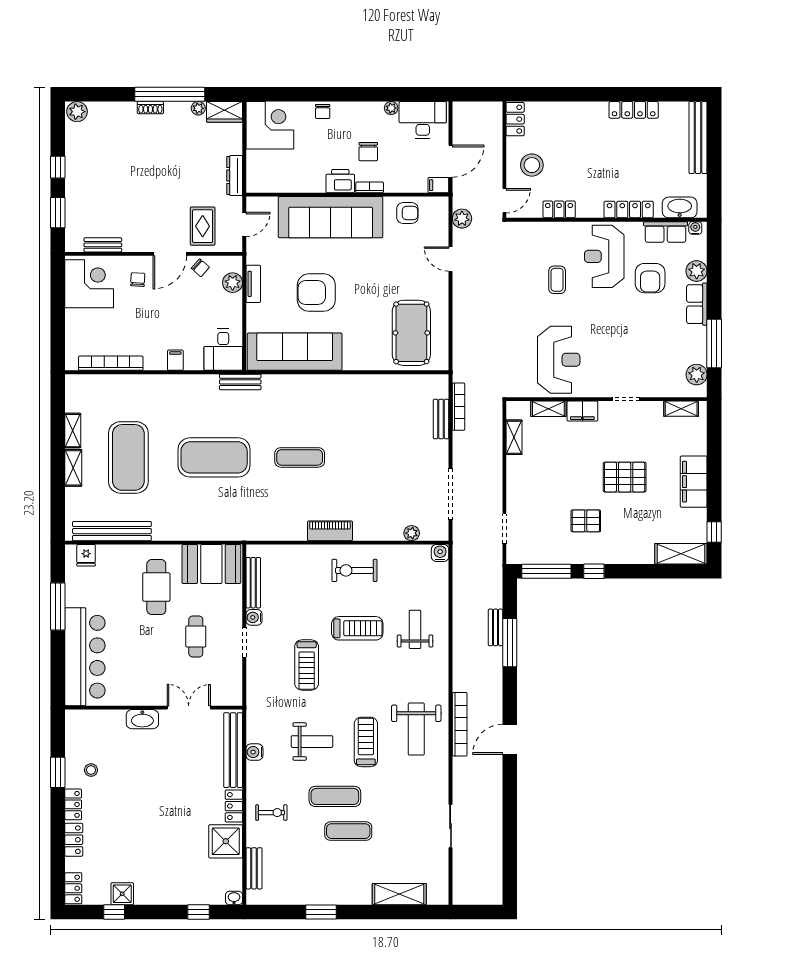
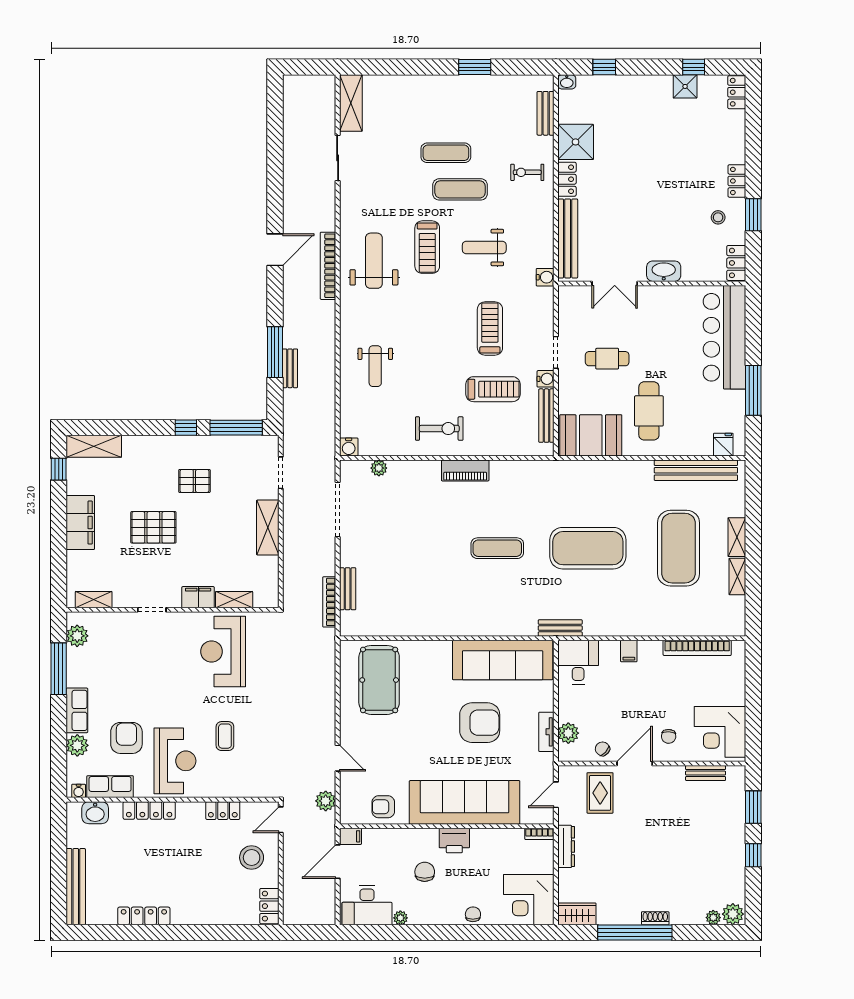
plant: (198, 108) -> (713, 918), moved
bookcase: (370, 187) -> (539, 834), moved
washbasin: (680, 207) -> (95, 813), width x0.72
shelving: (514, 437) -> (268, 527), moved, width x1.50, depth x1.33
treadmill: (357, 628) -> (493, 389), moved, turned 180
cafe table: (196, 636) -> (607, 359), turned 90
water cooler: (254, 752) -> (545, 277), moved
locker: (74, 840) -> (736, 263), moved
shelving: (399, 894) -> (351, 103), moved, turned 90

